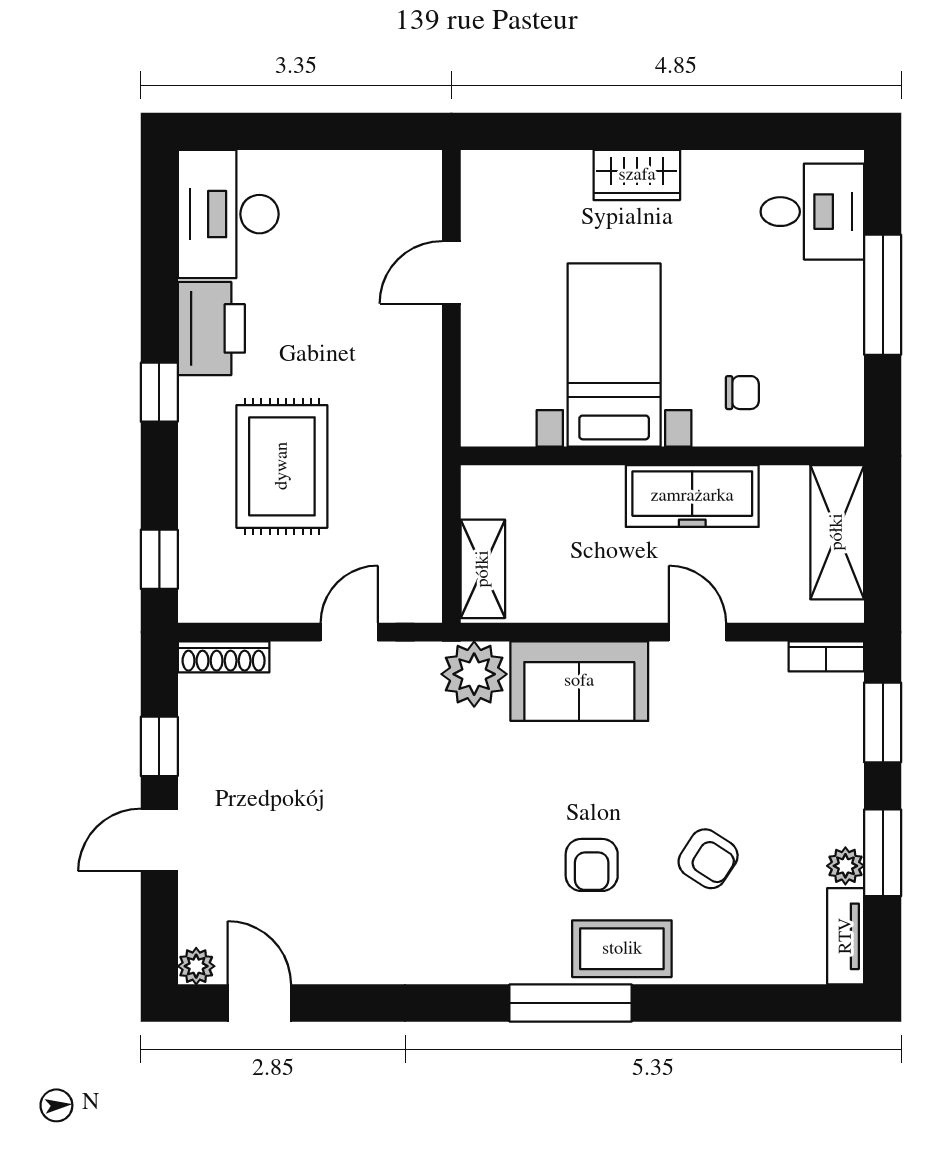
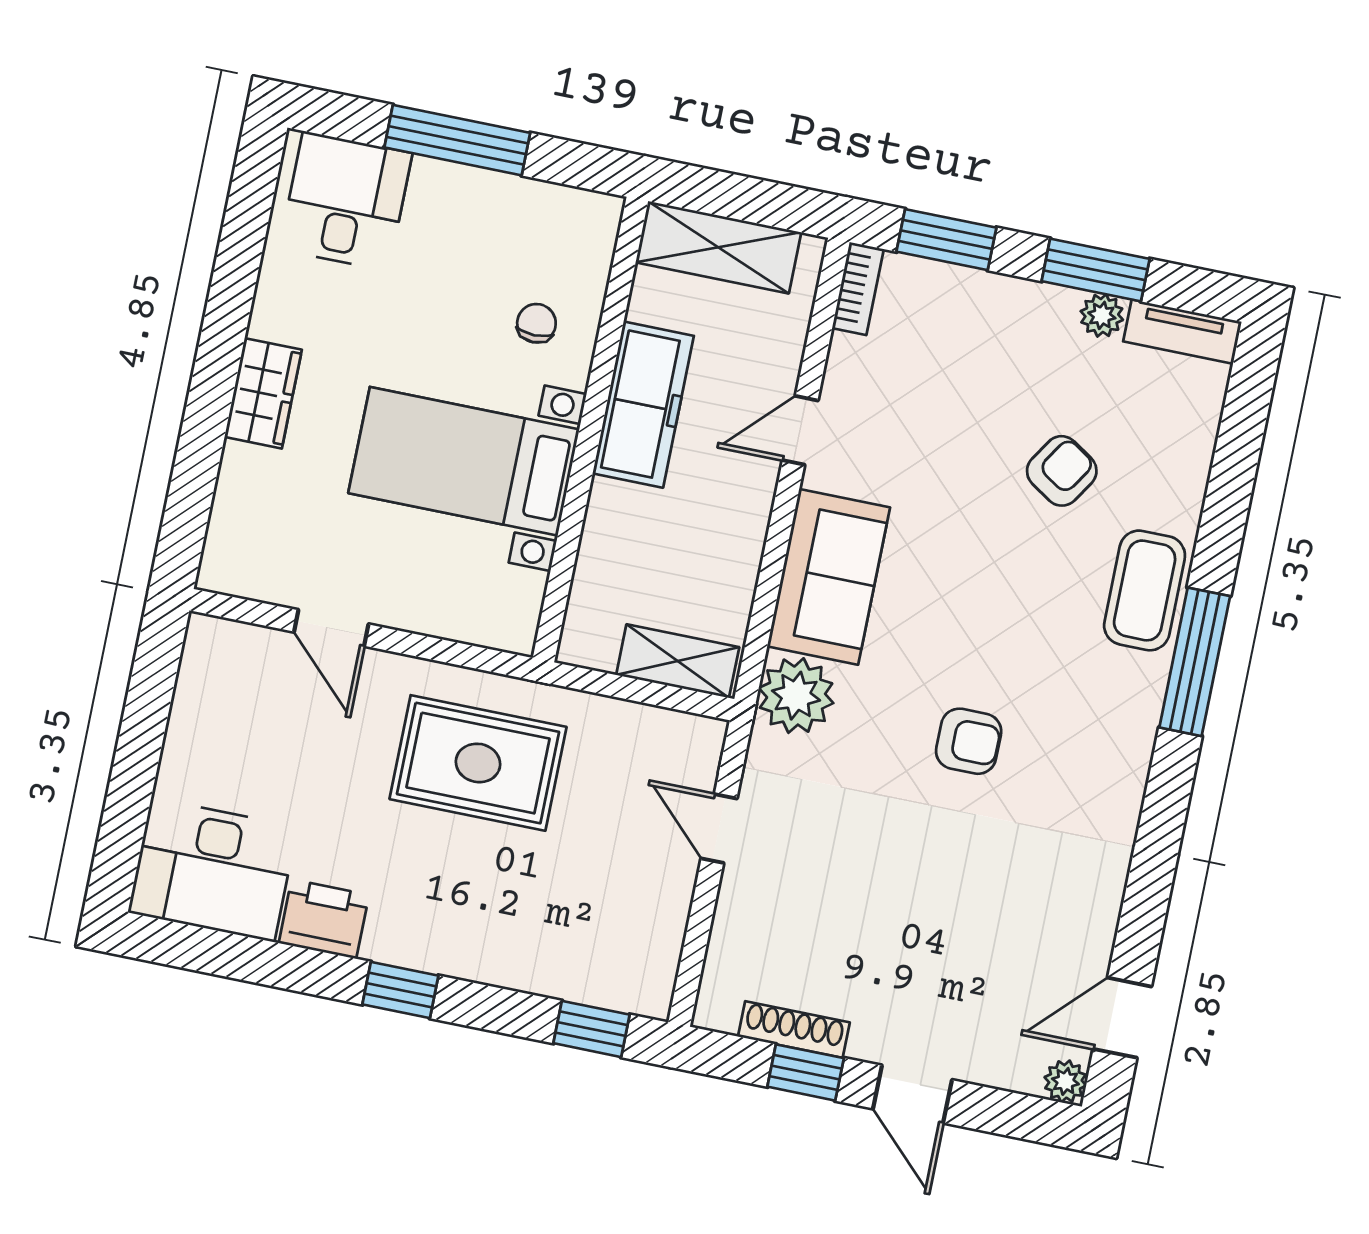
printer: (211, 328) -> (324, 919), width x0.73, depth x0.84
rug: (282, 466) -> (478, 763), moved
shoe rack: (224, 657) -> (794, 1029), moved, turned -90
armchair: (592, 865) -> (969, 741), moved

